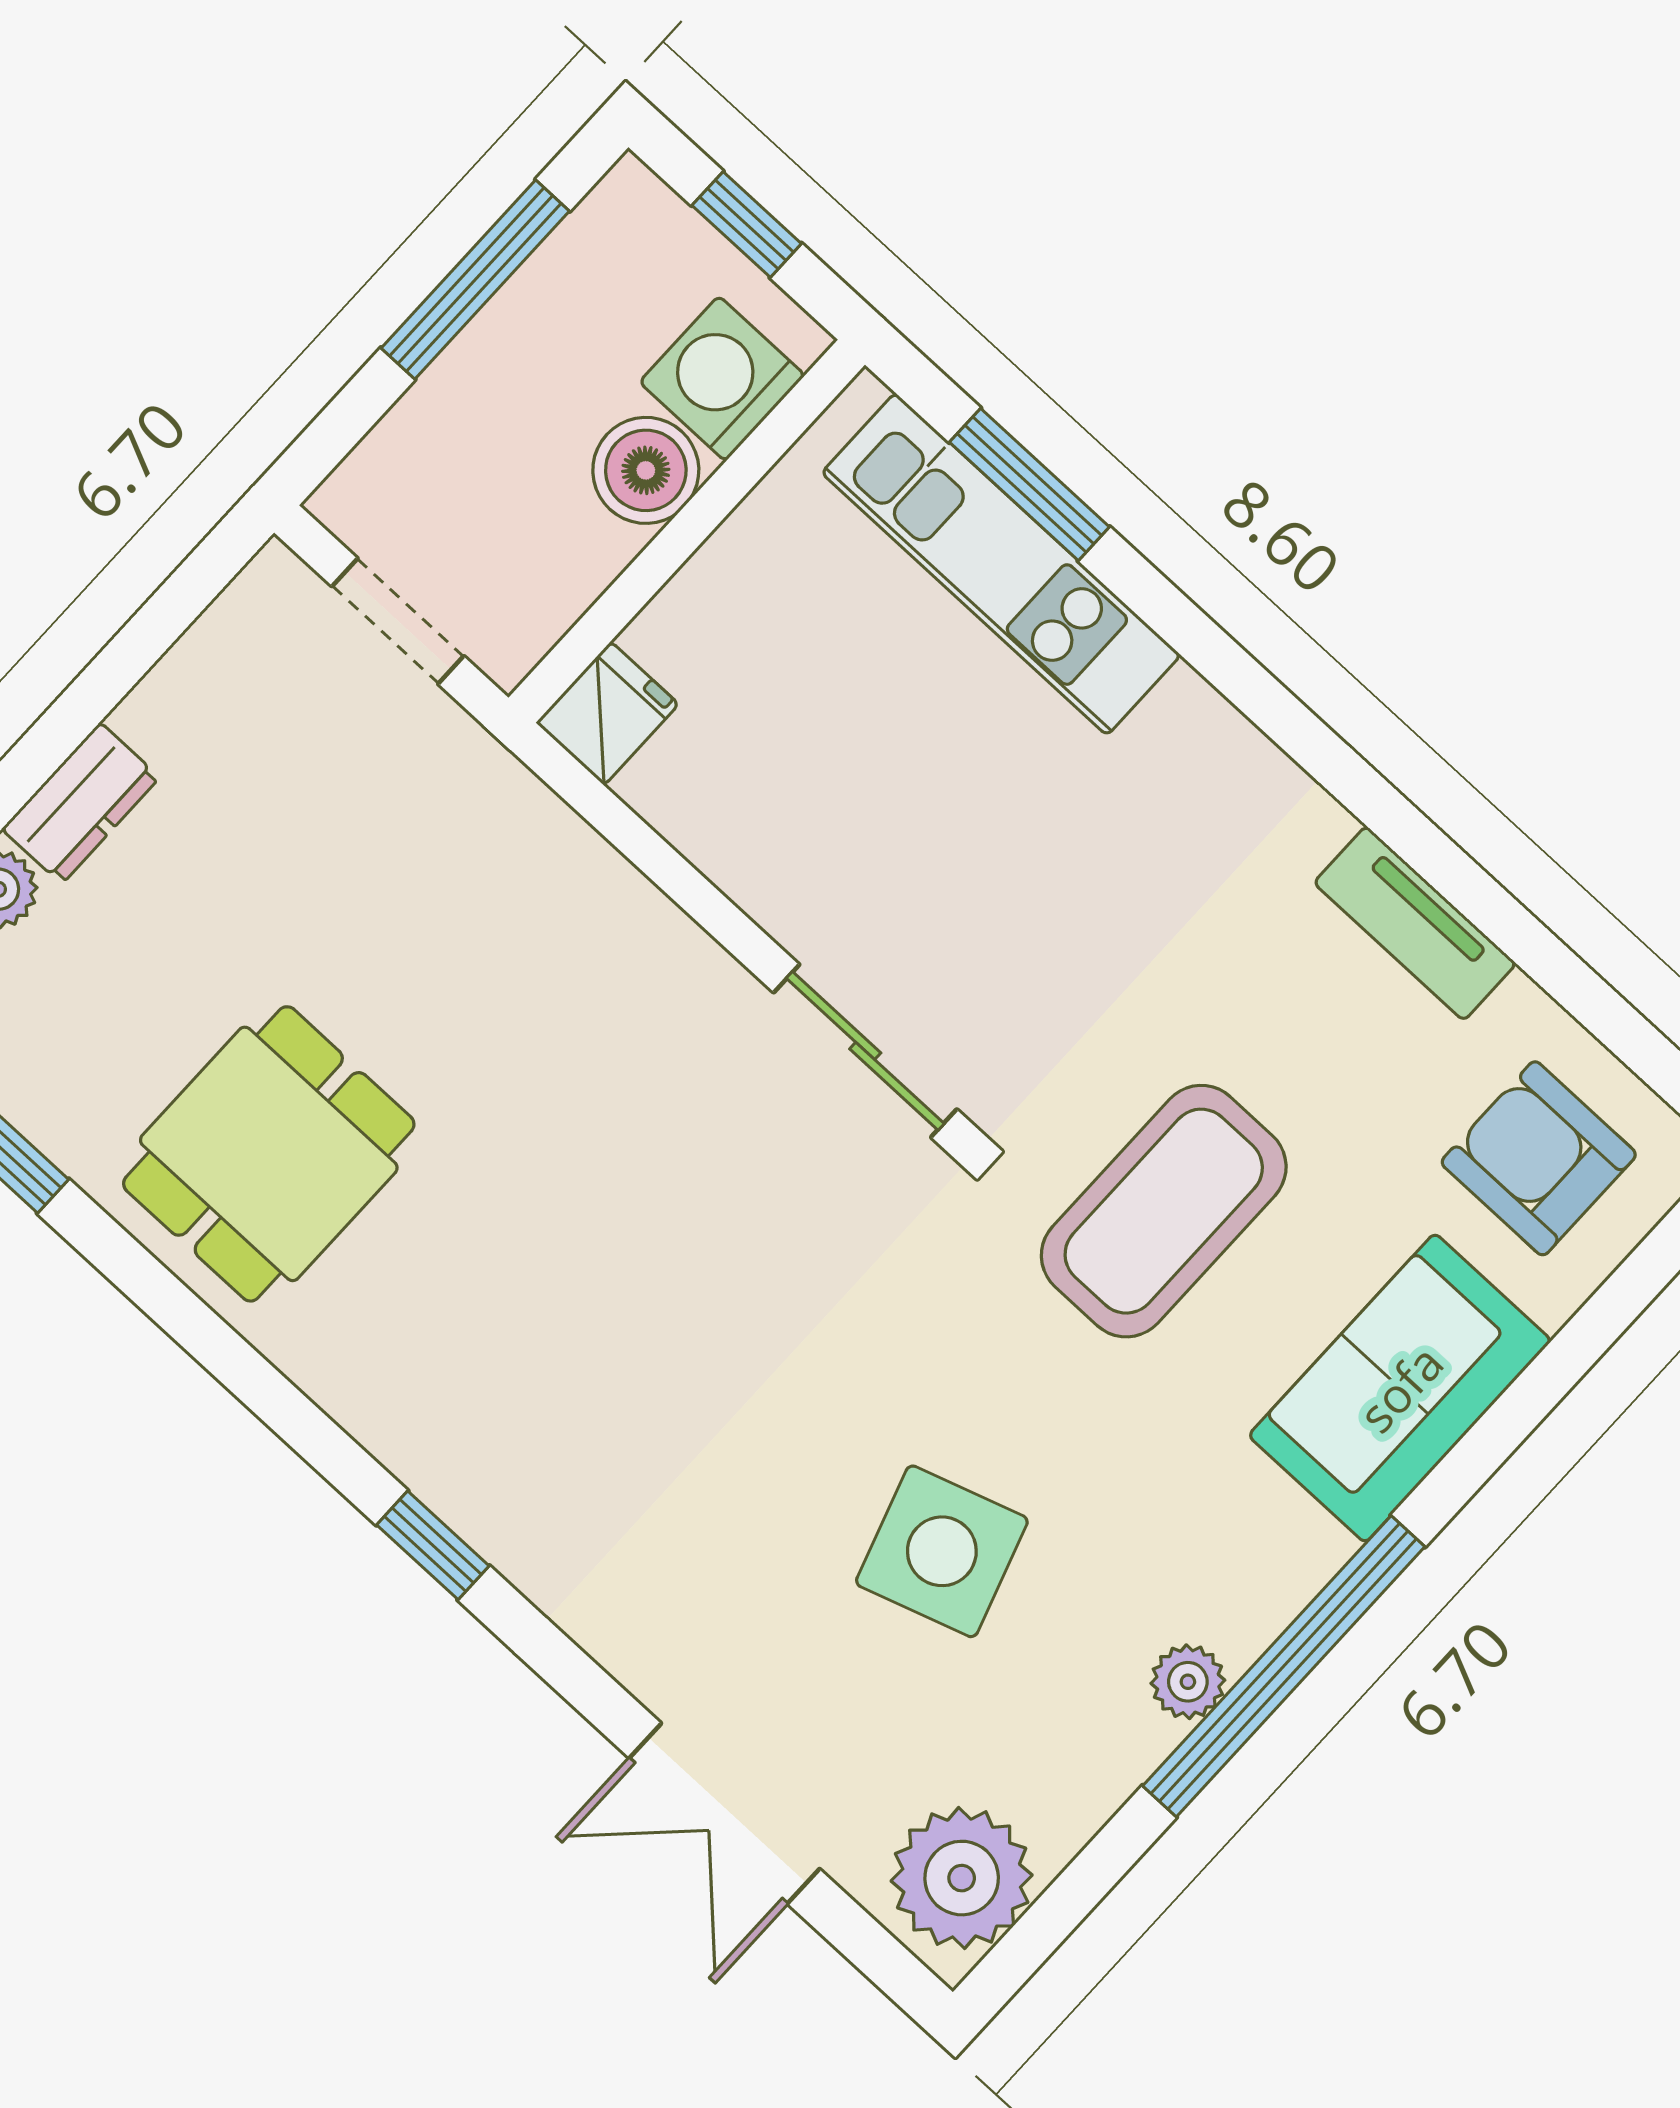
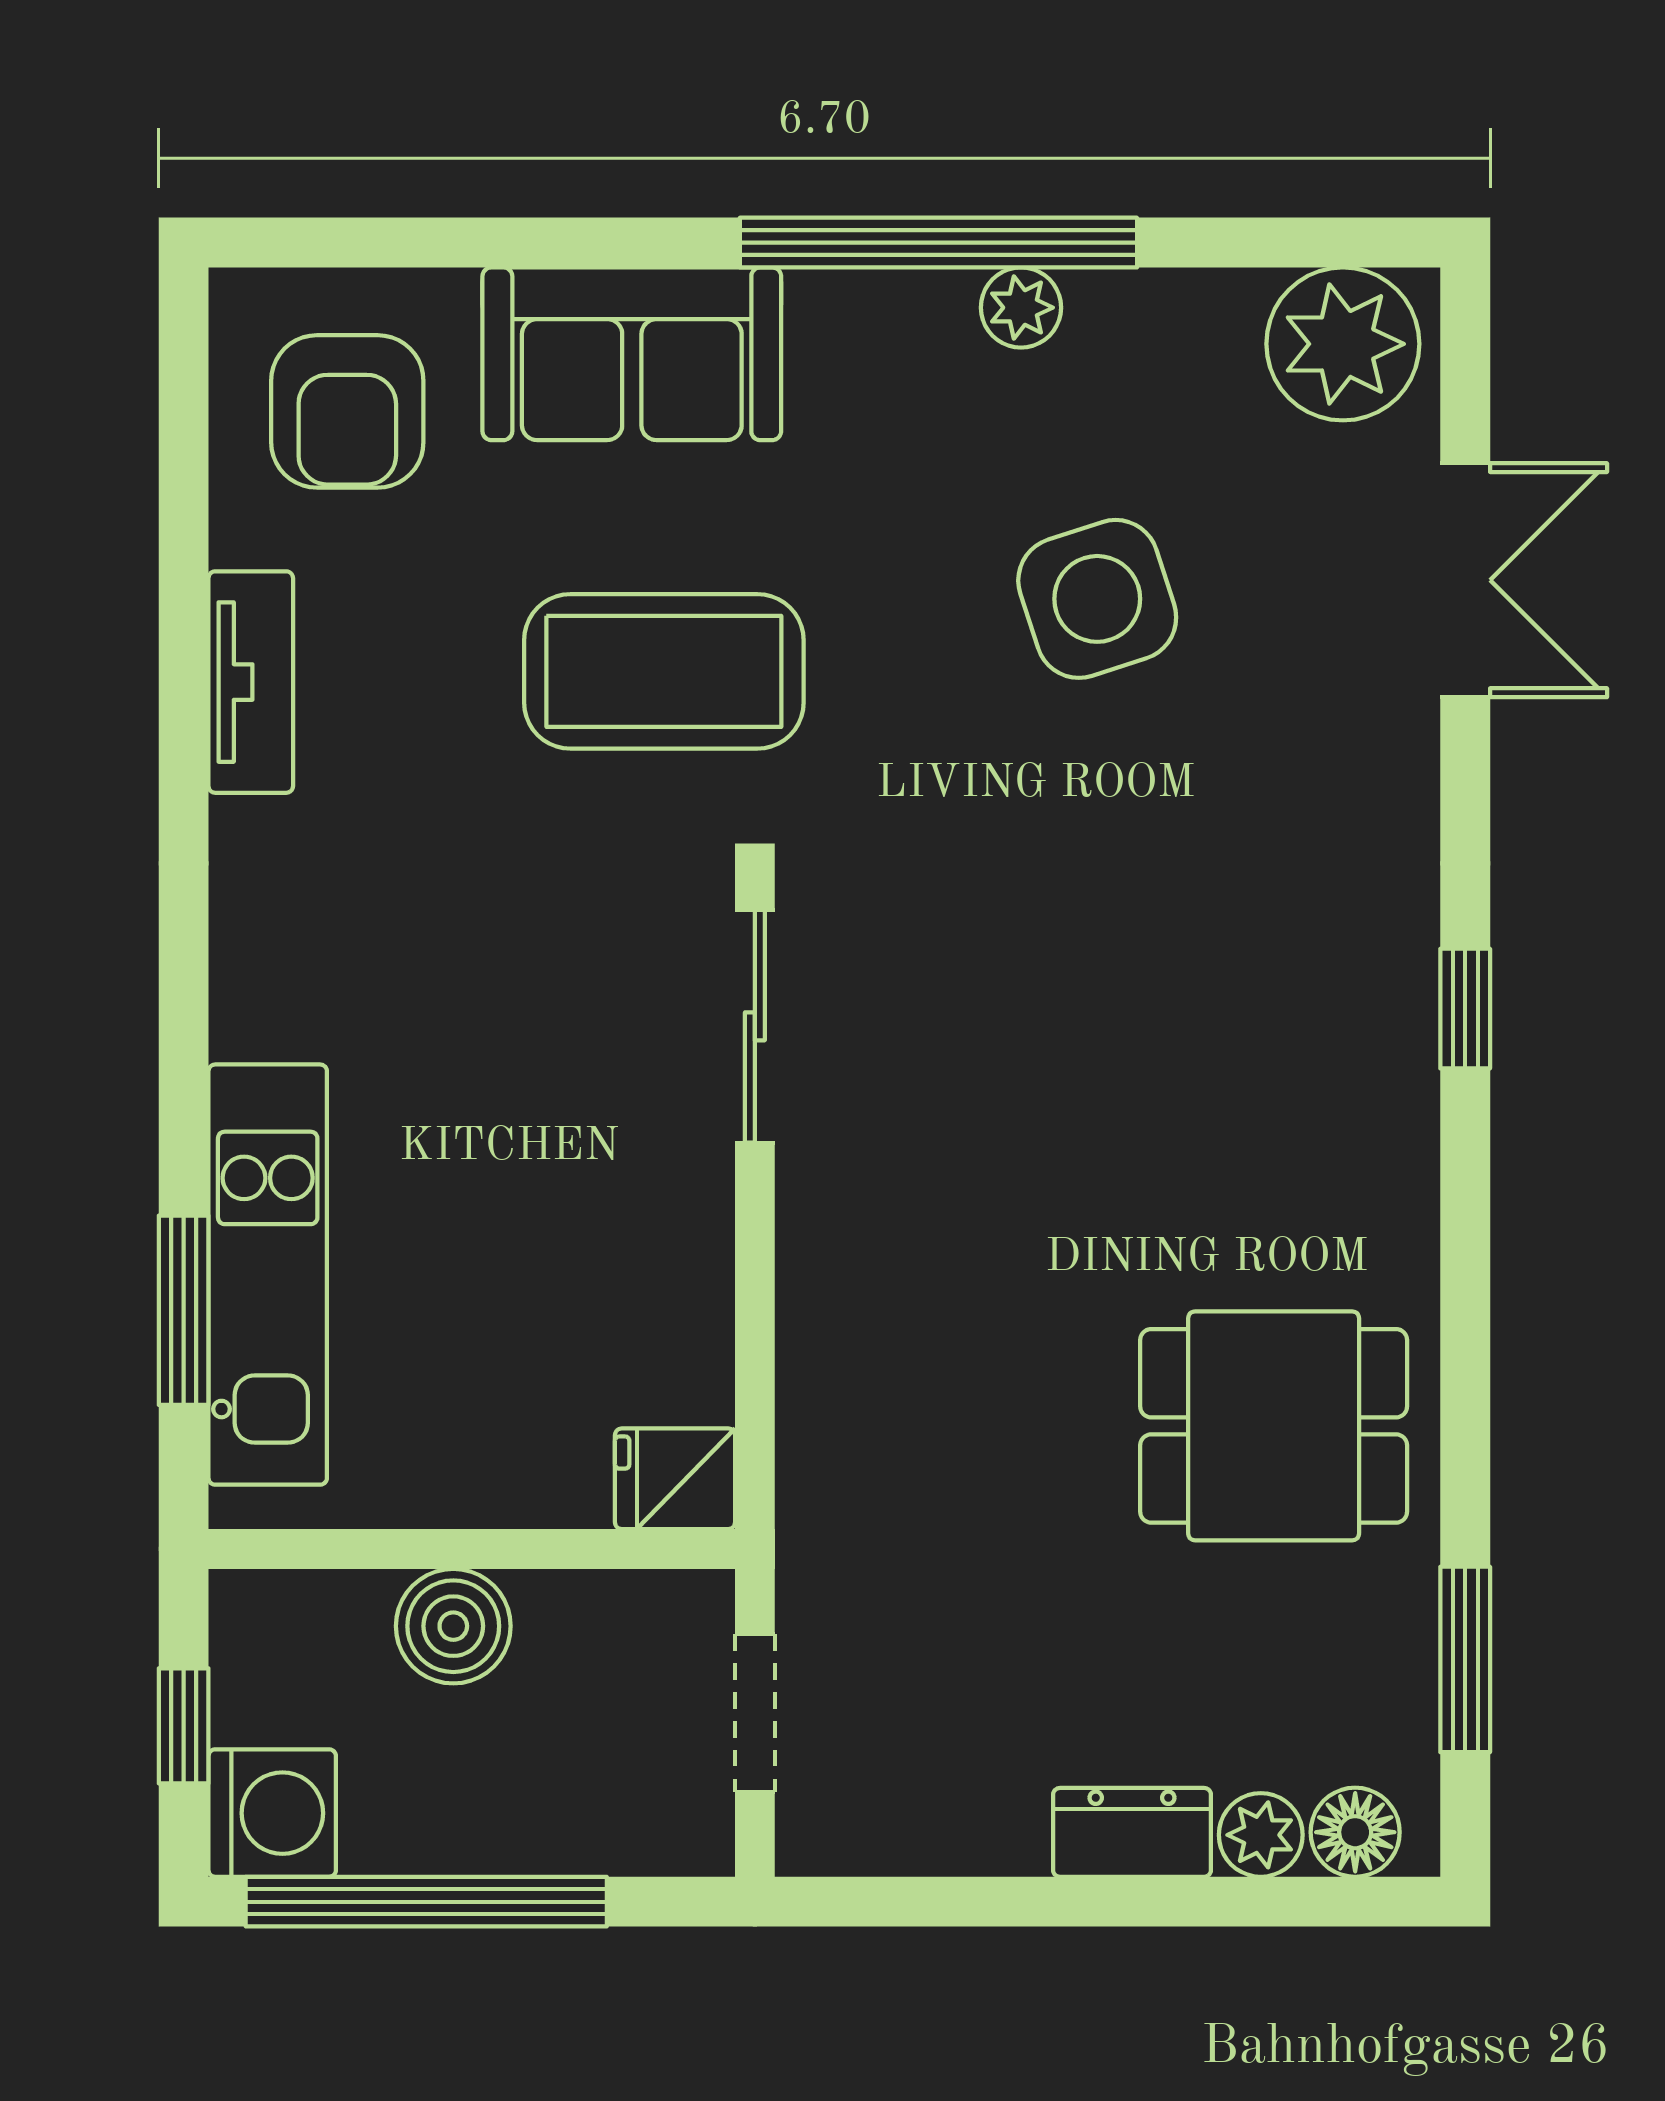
window: (475, 280) -> (426, 1902), width x1.46
washing machine: (722, 379) -> (272, 1813), moved, turned -90

